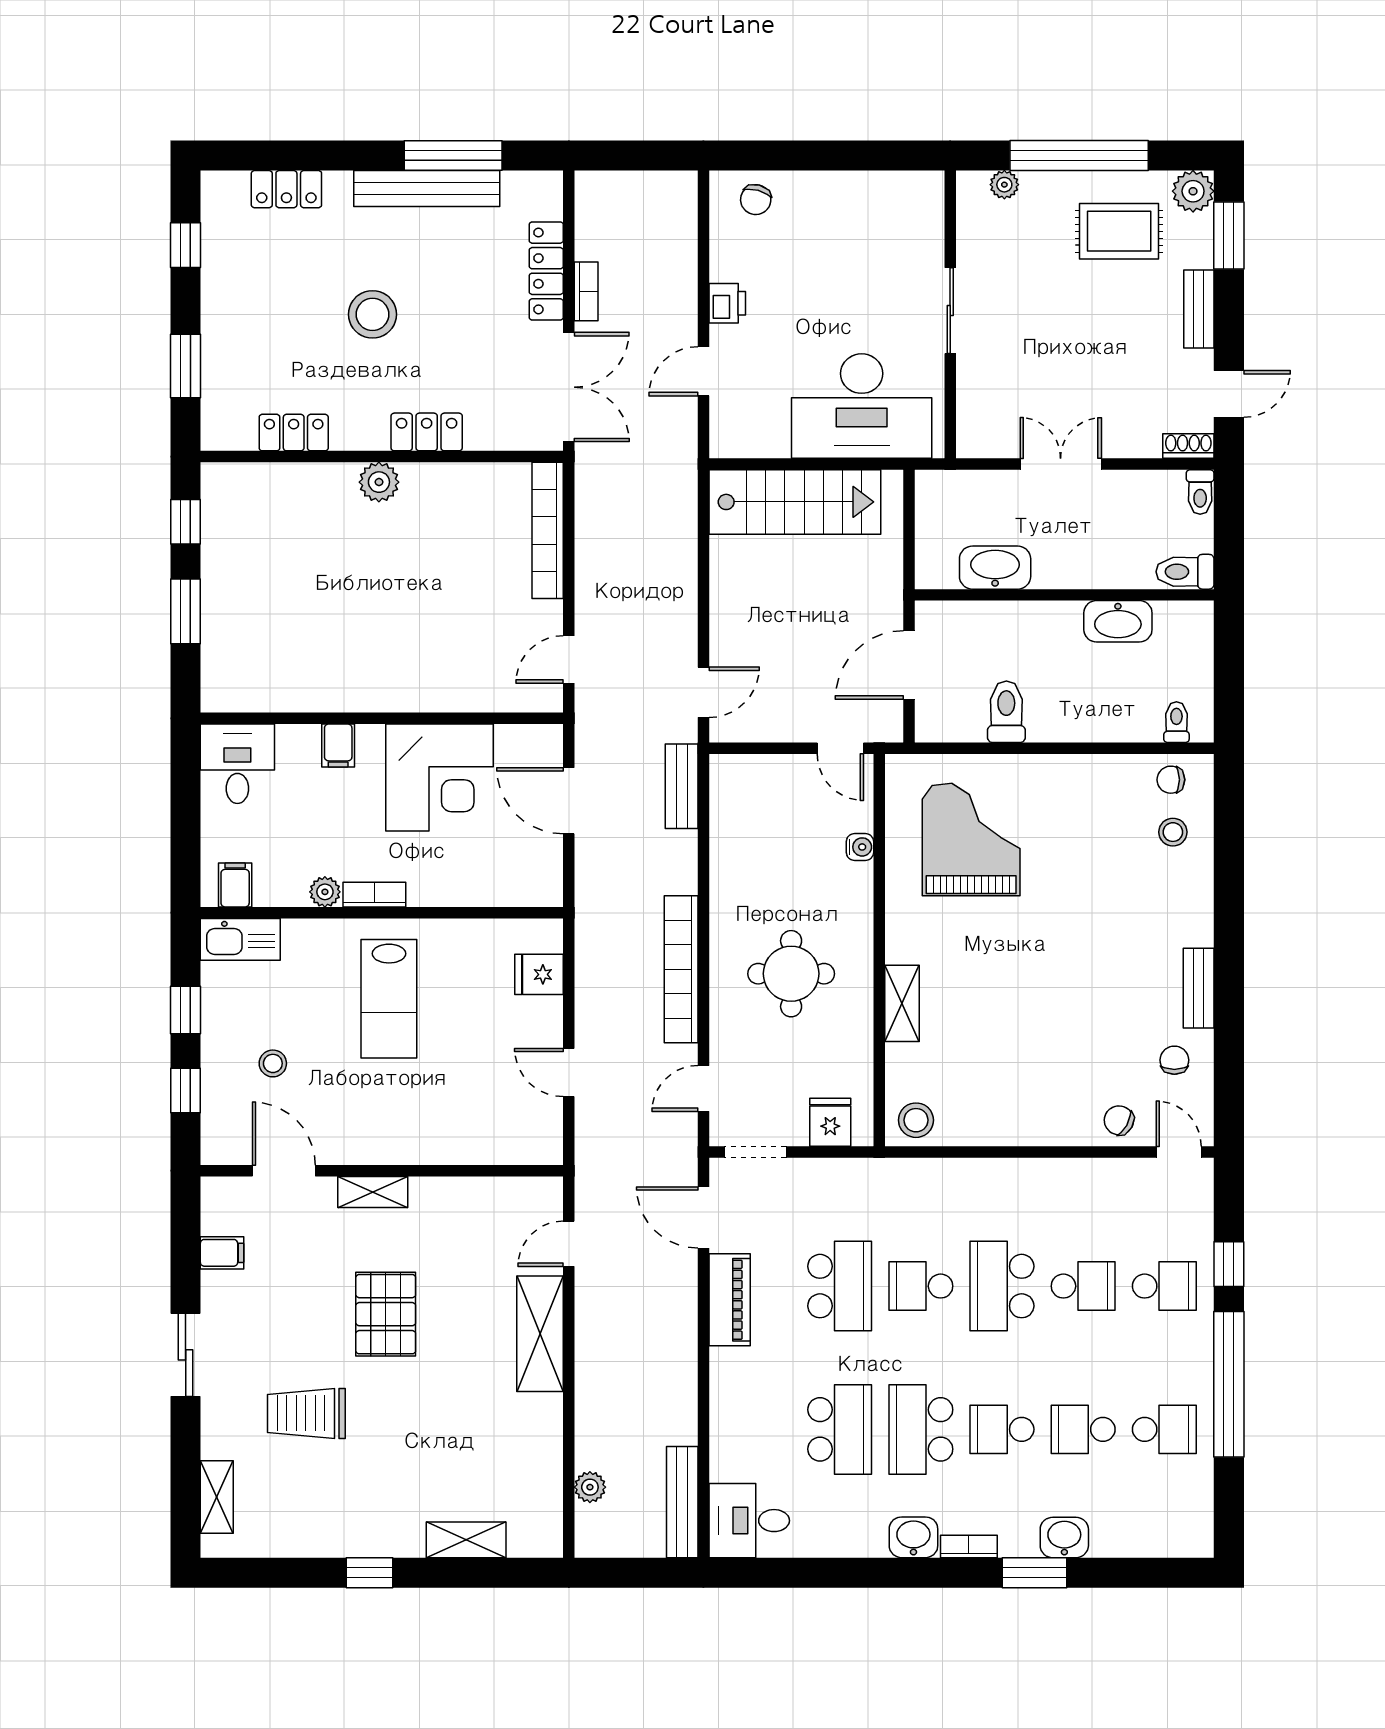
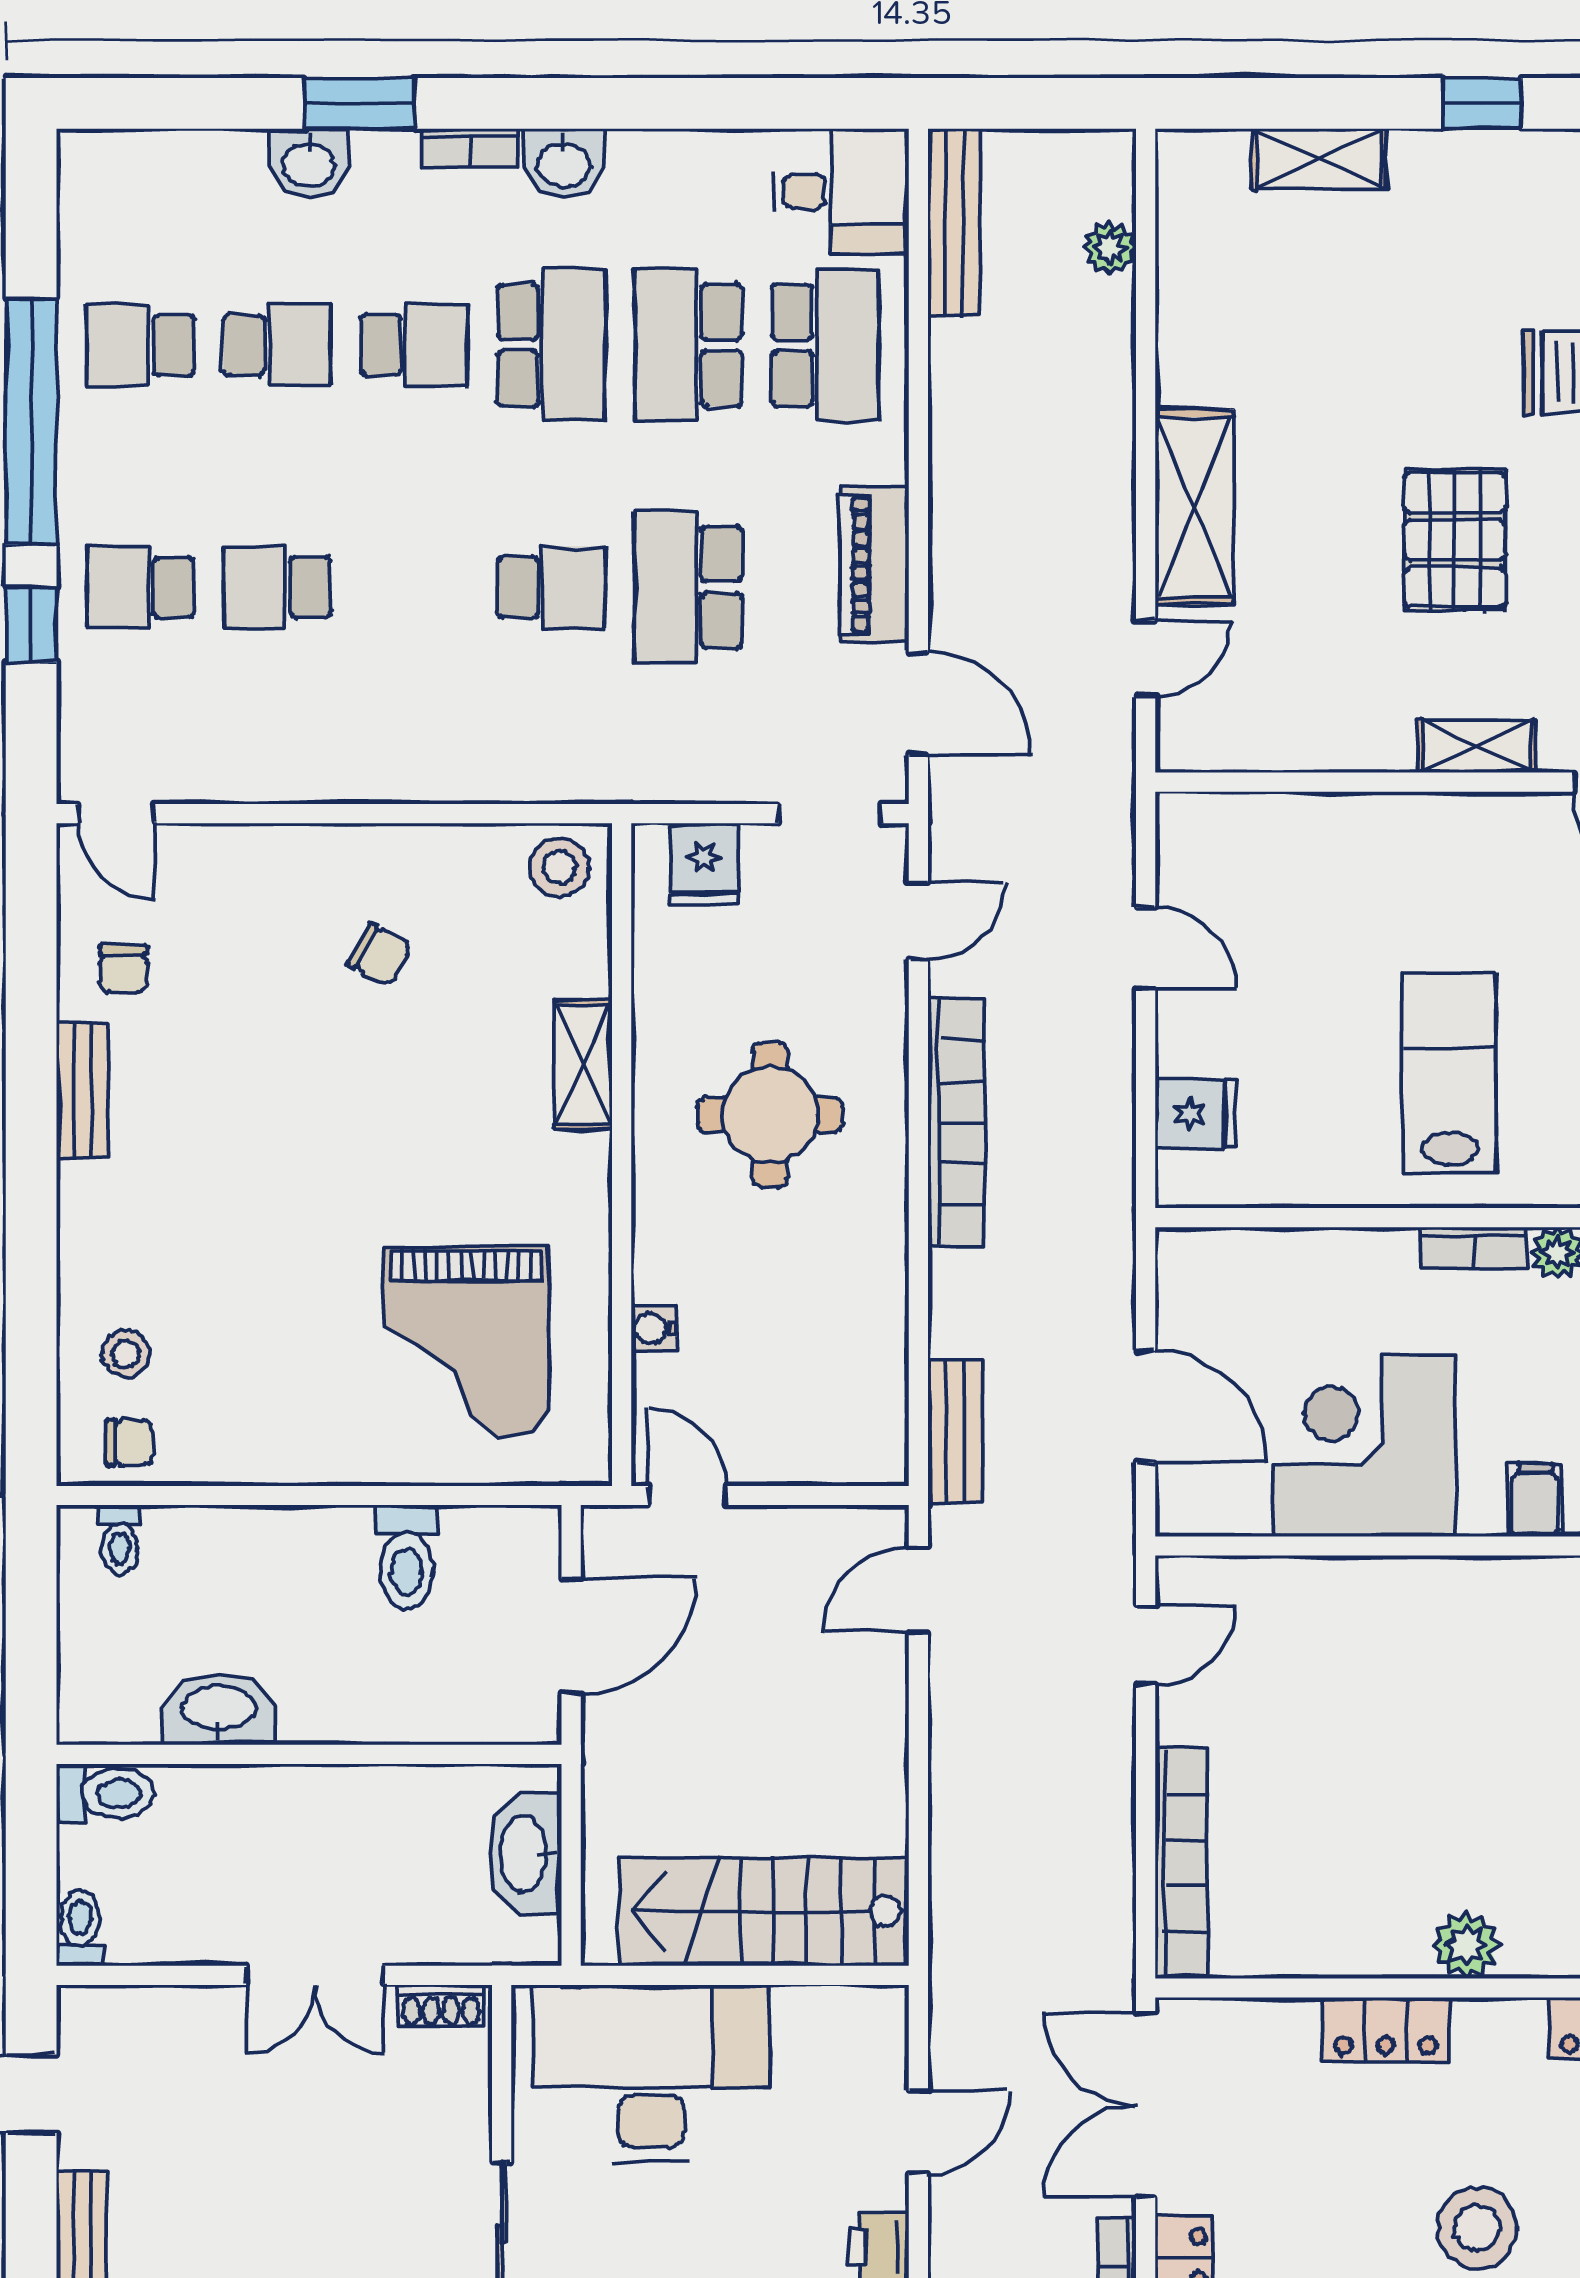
shoe rack: (1188, 446) -> (441, 2006), moved
washbasin: (995, 568) -> (525, 1853), moved, turned 90
chair: (1119, 1120) -> (379, 955), moved
school desk: (1002, 1286) -> (825, 345), moved

